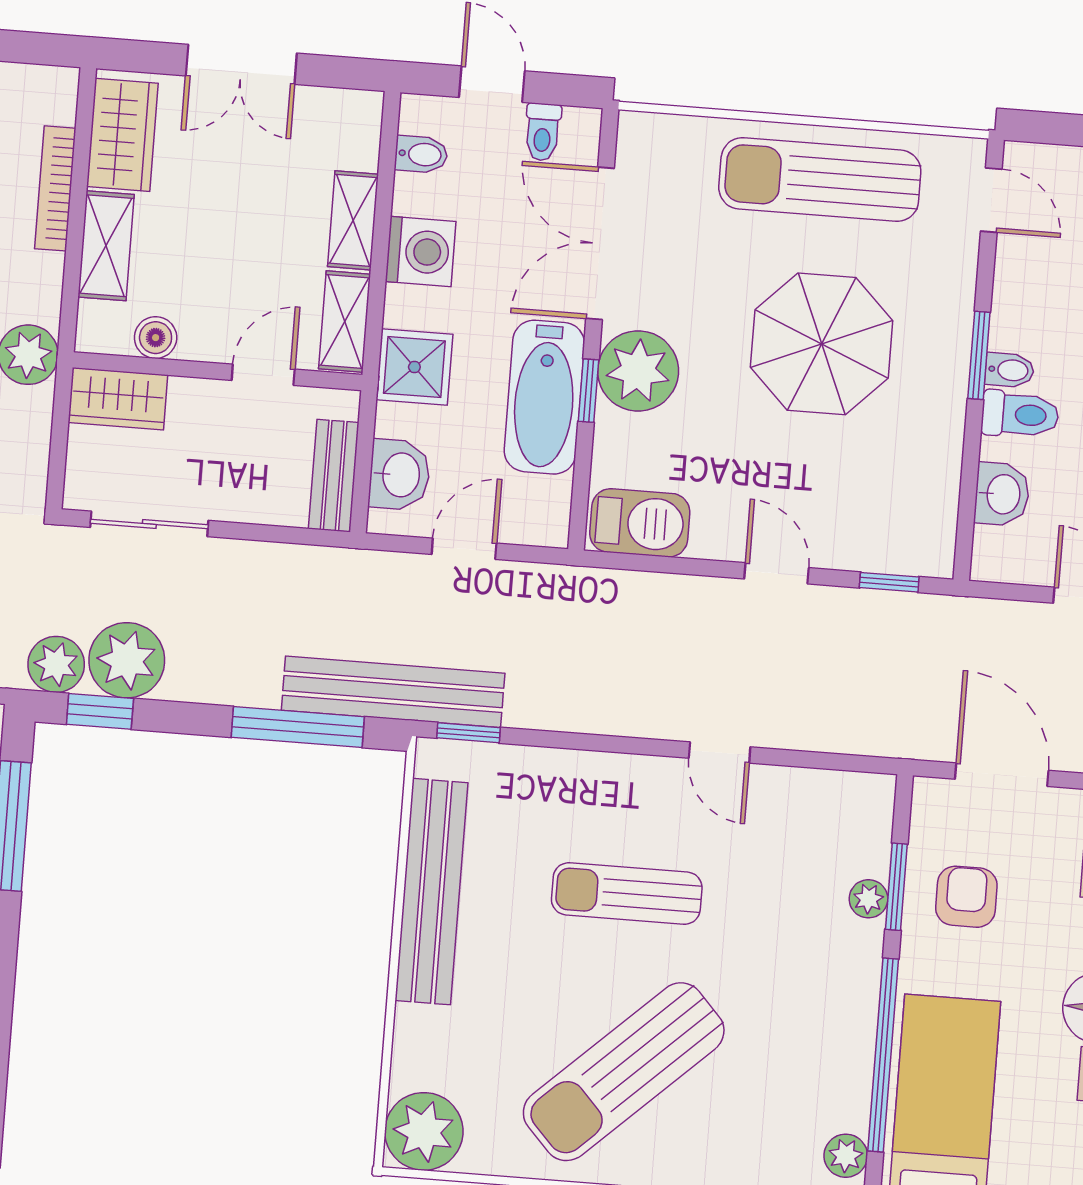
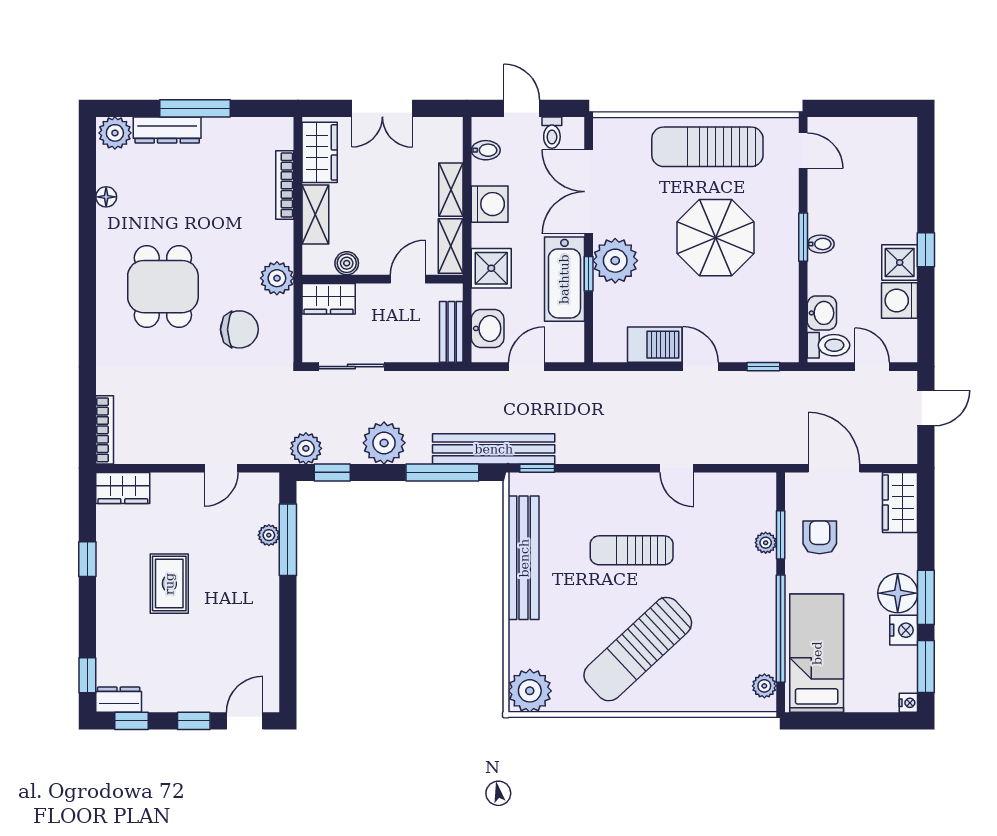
toilet: (1020, 414) -> (828, 345), moved
barbecue: (640, 523) -> (655, 345), moved
plant: (127, 660) -> (384, 443), moved

